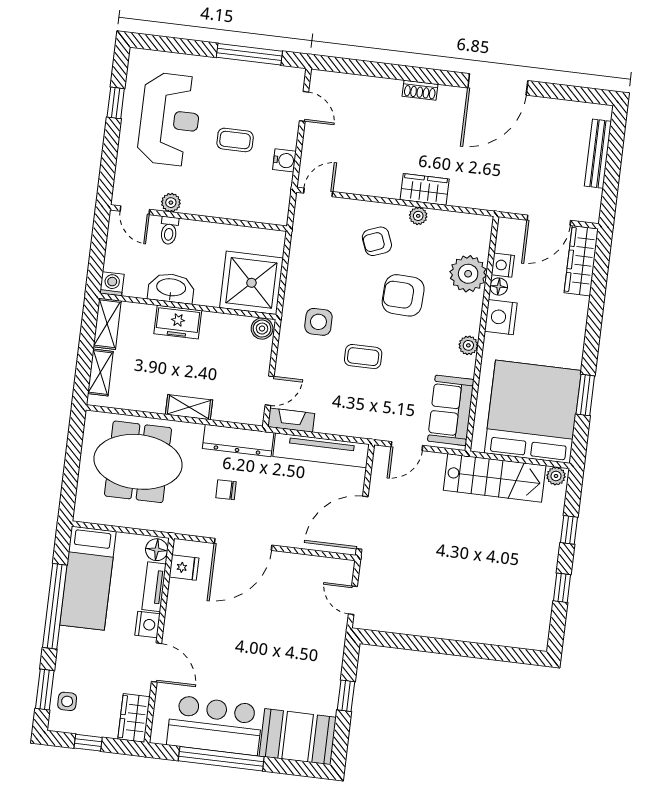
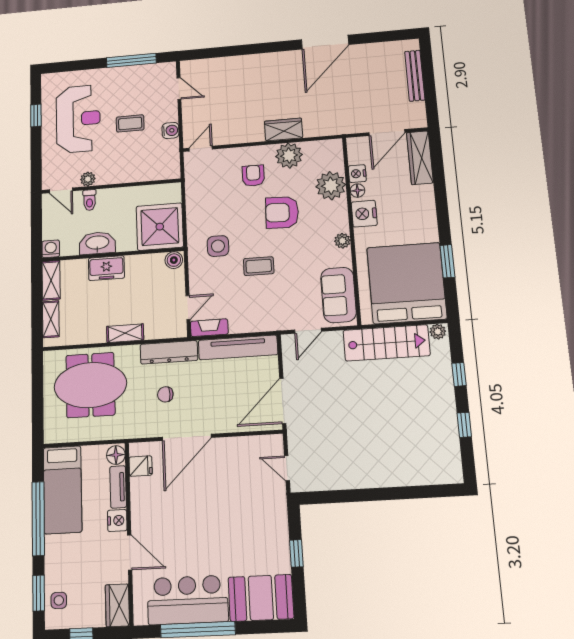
shoe rack: (420, 90) -> (266, 59), removed
plant: (418, 216) -> (289, 156), width x1.87, depth x1.87
armchair: (377, 241) -> (253, 176), turned 111

